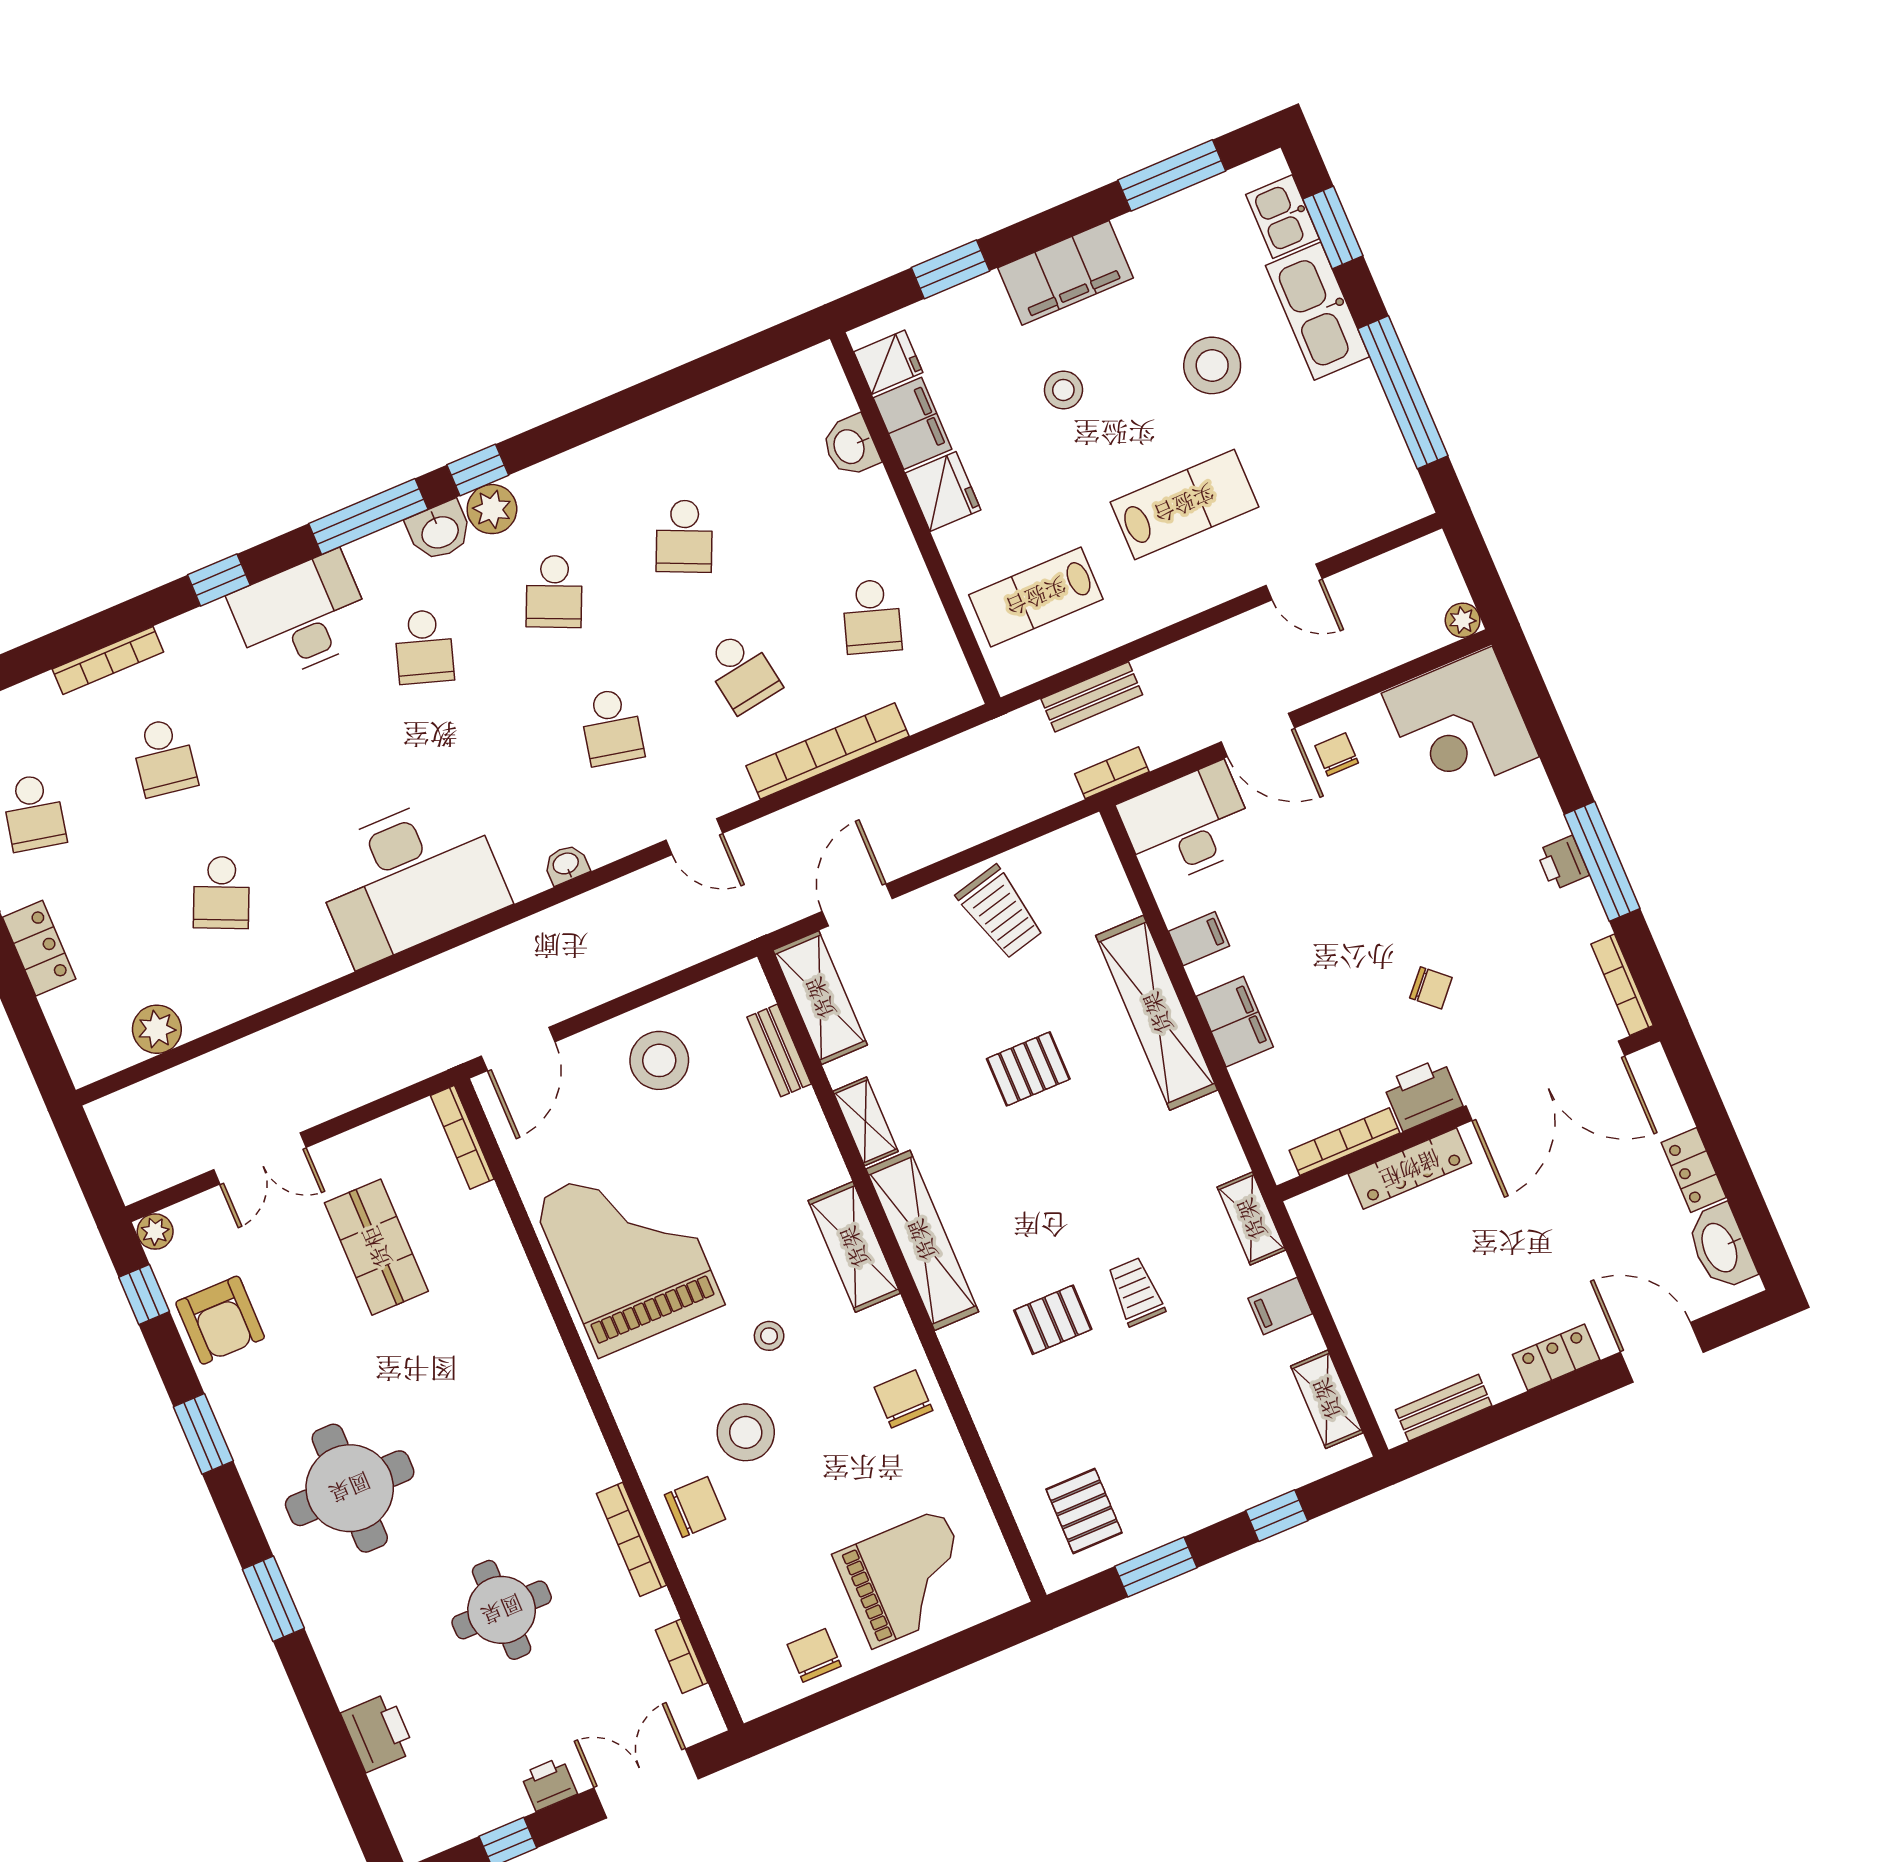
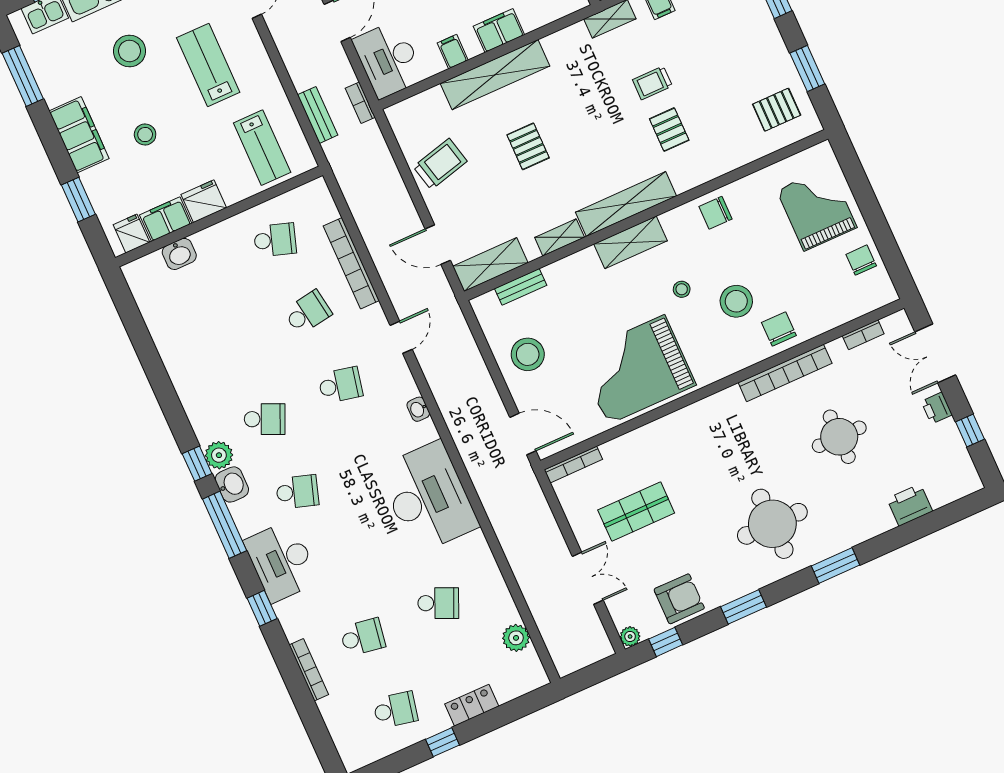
school desk: (684, 536) -> (232, 346), removed
bookcase: (631, 1539) -> (785, 373), width x1.48, depth x1.31
chair: (814, 1655) -> (861, 260), turned 90

